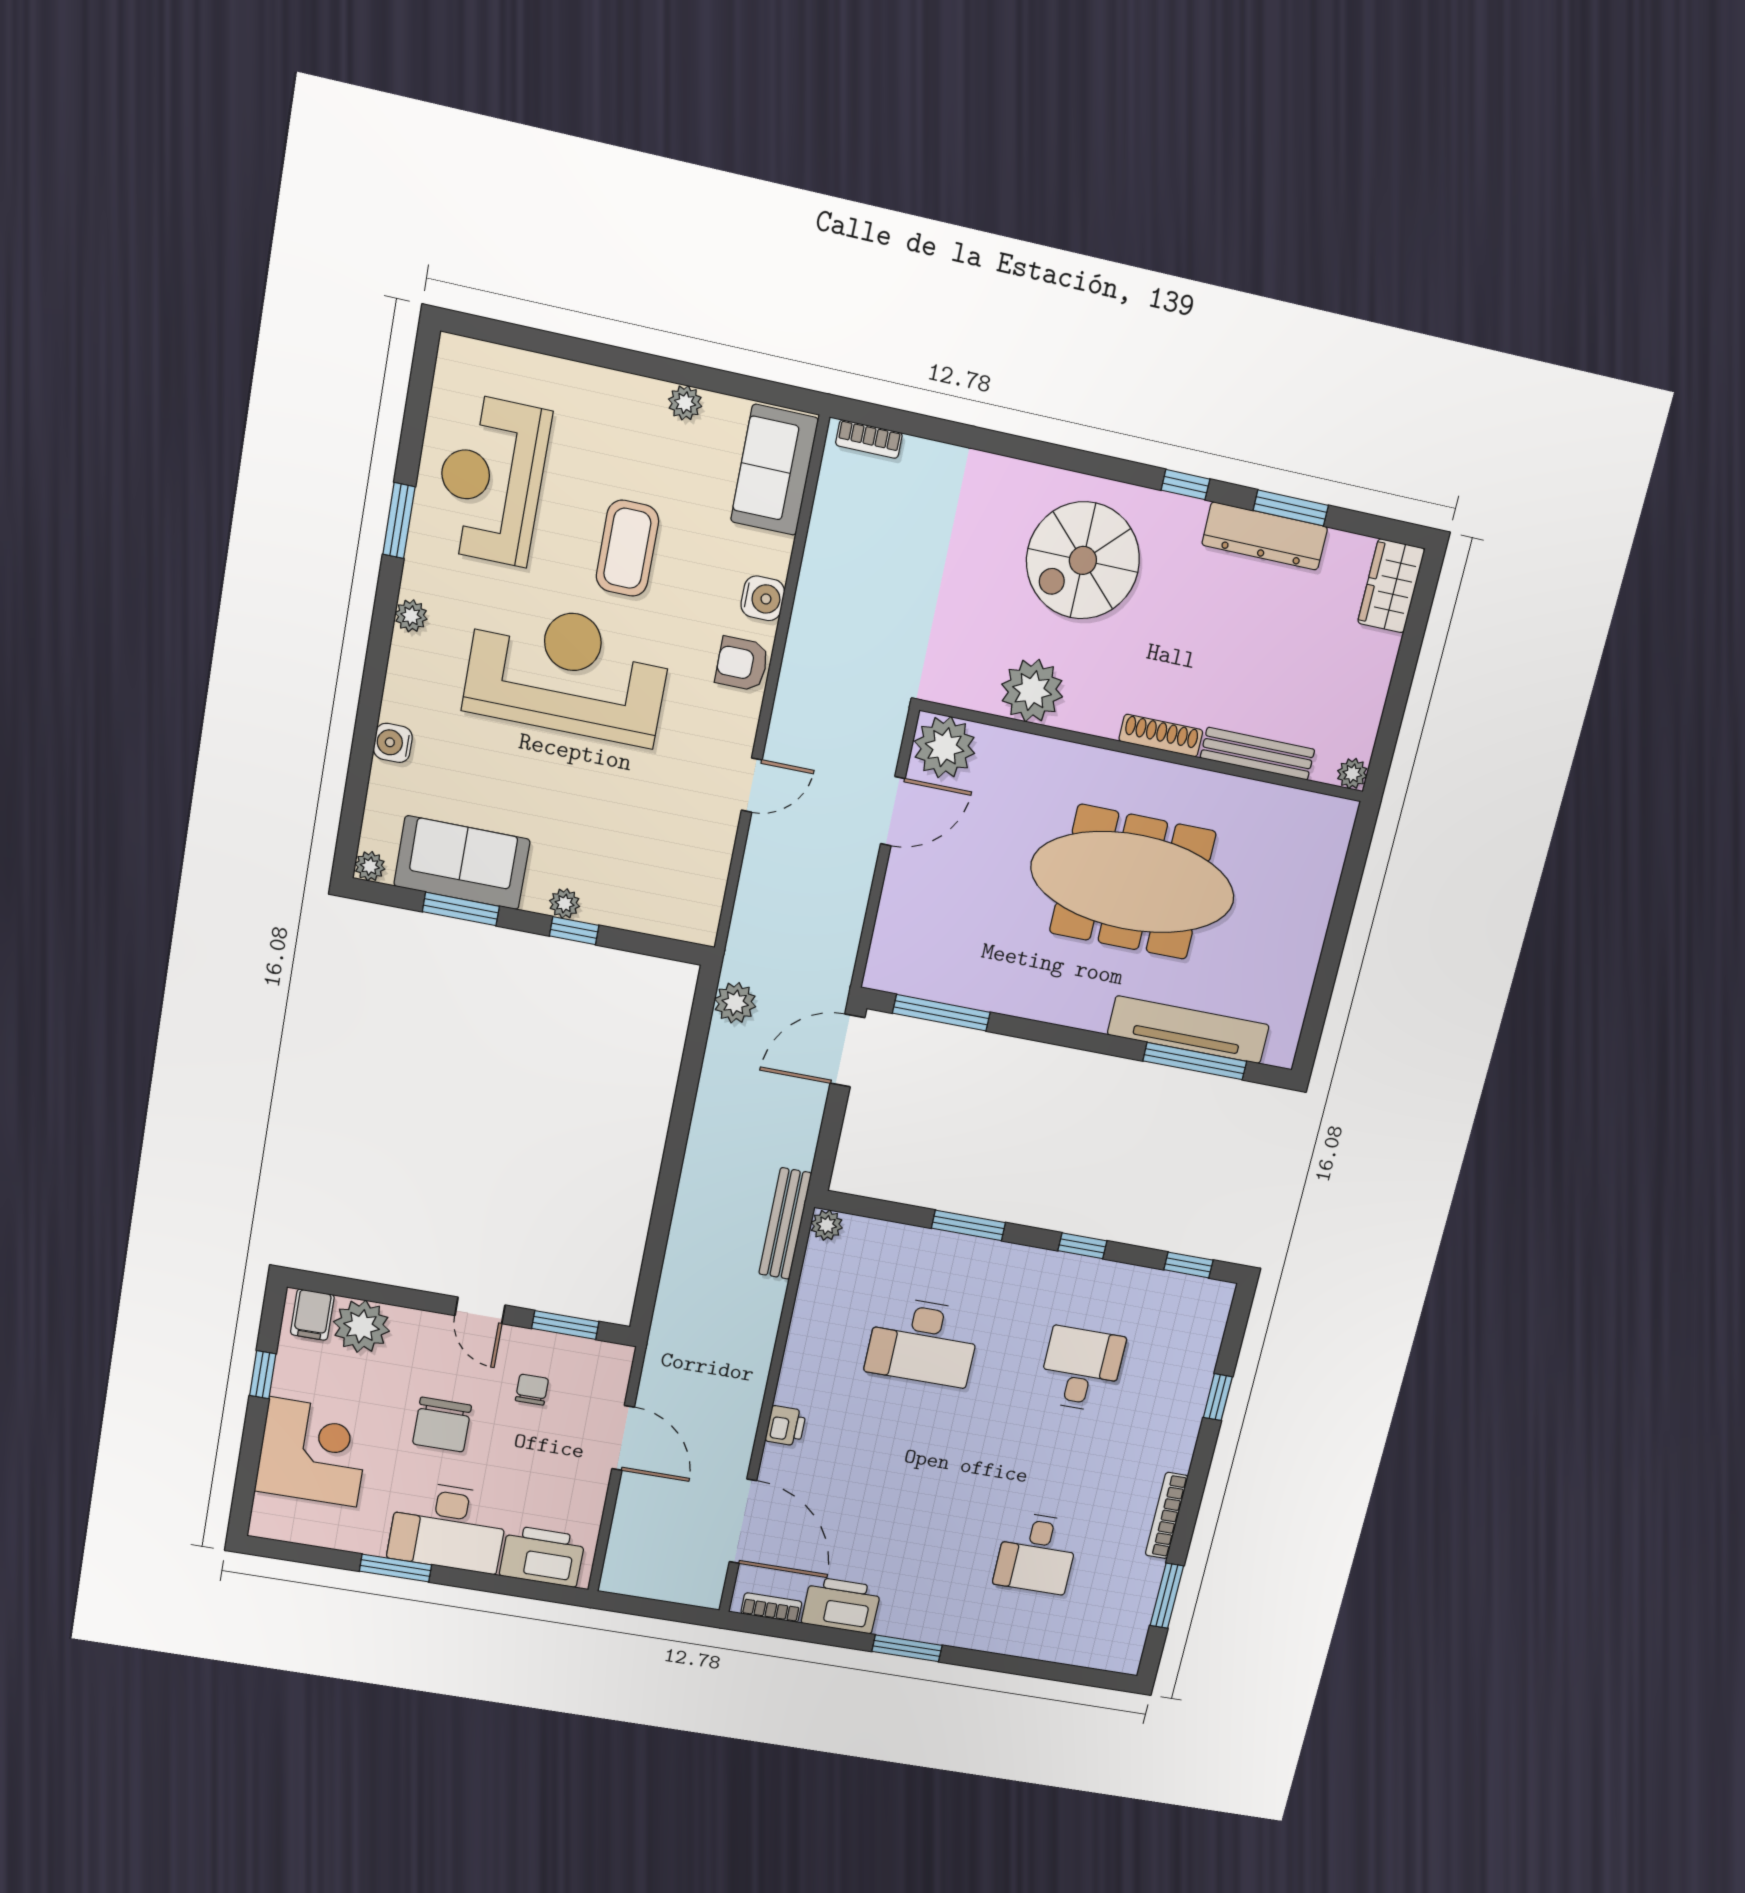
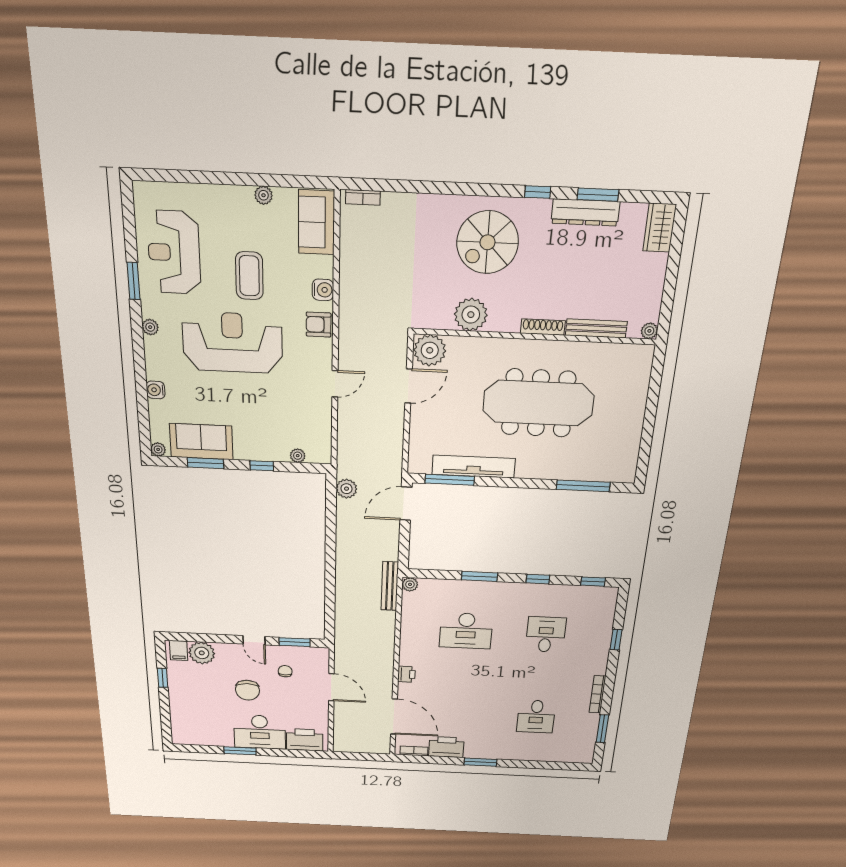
plant: (565, 904) -> (298, 456), moved
tv unit: (1188, 1030) -> (474, 466), moved
corner desk: (313, 1452) -> (192, 707), removed

